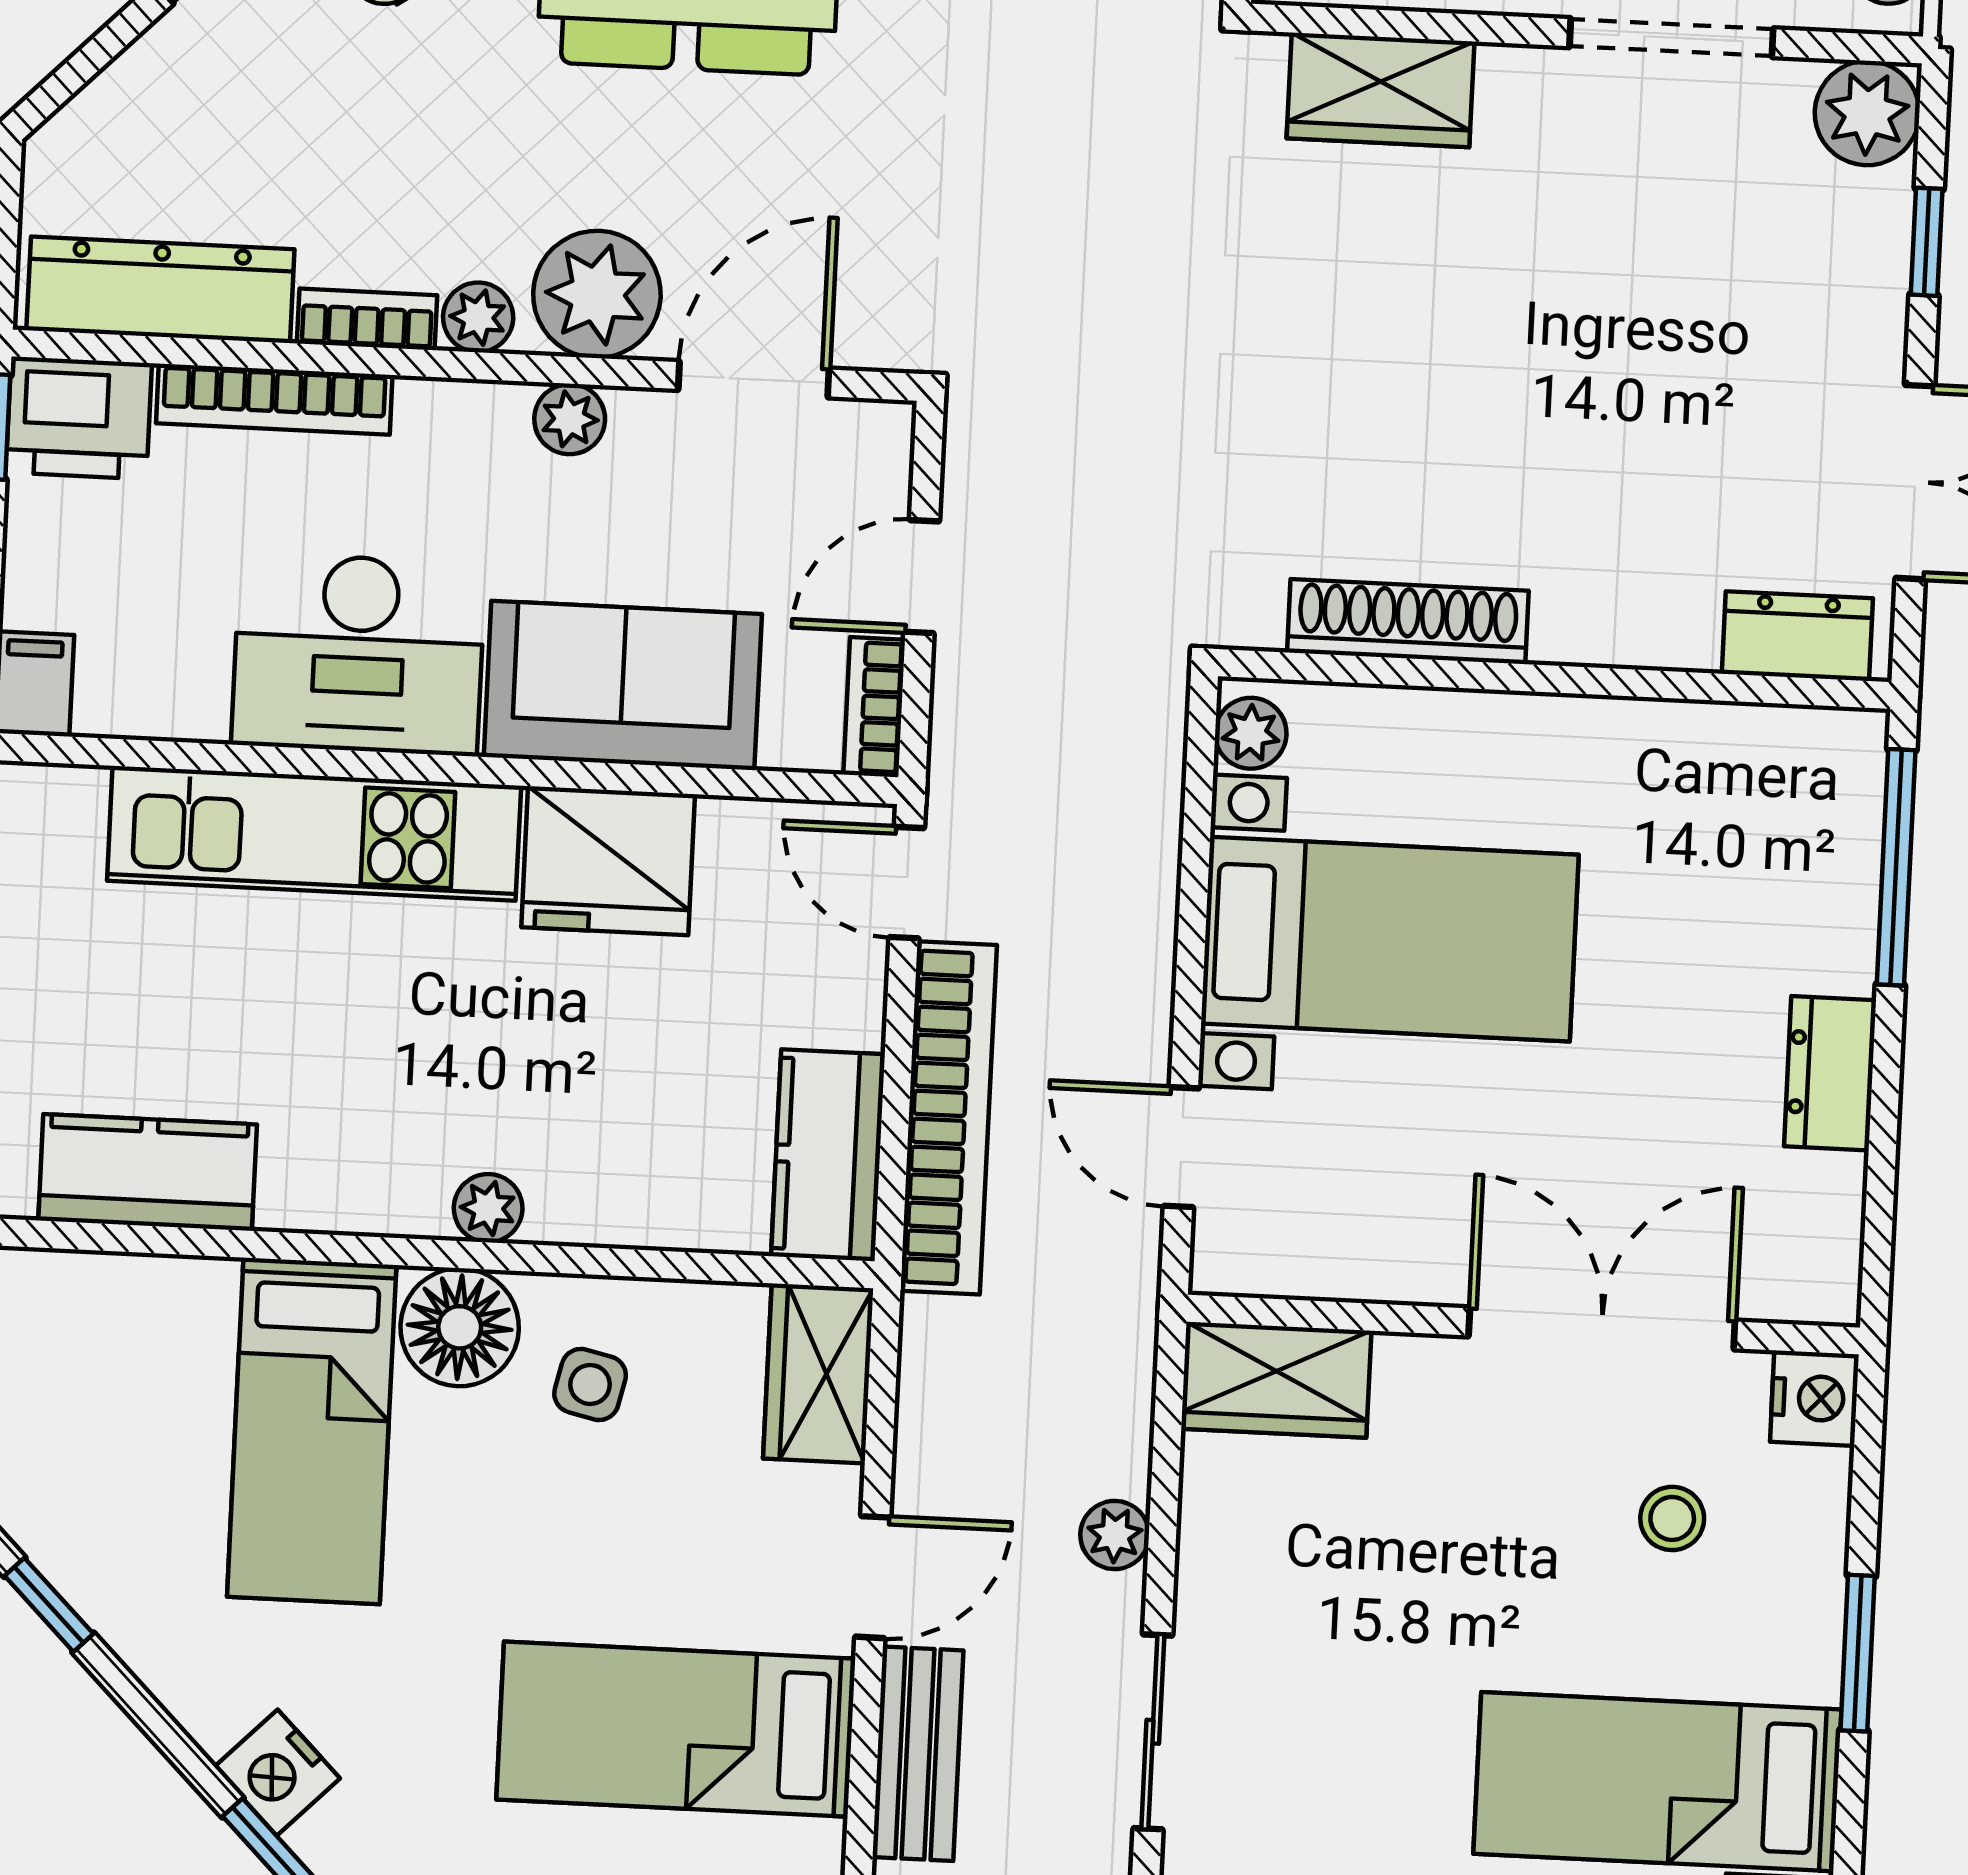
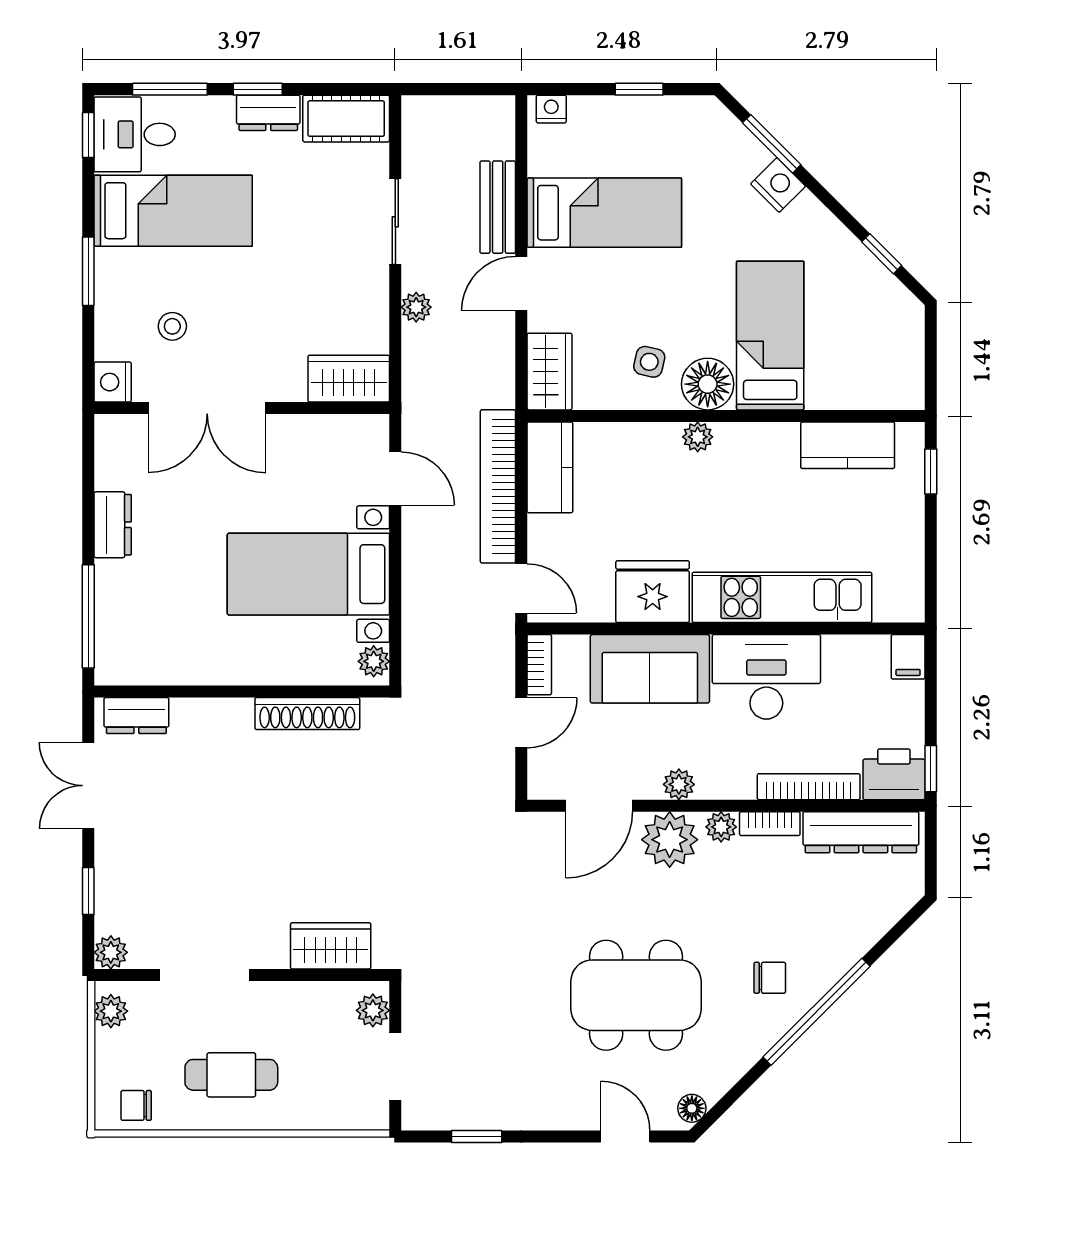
plant: (1867, 113) -> (111, 952), width x0.73, depth x0.73

